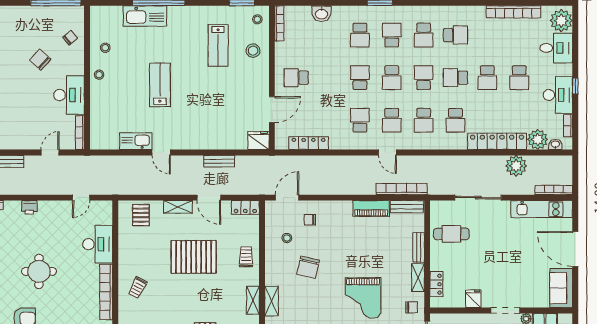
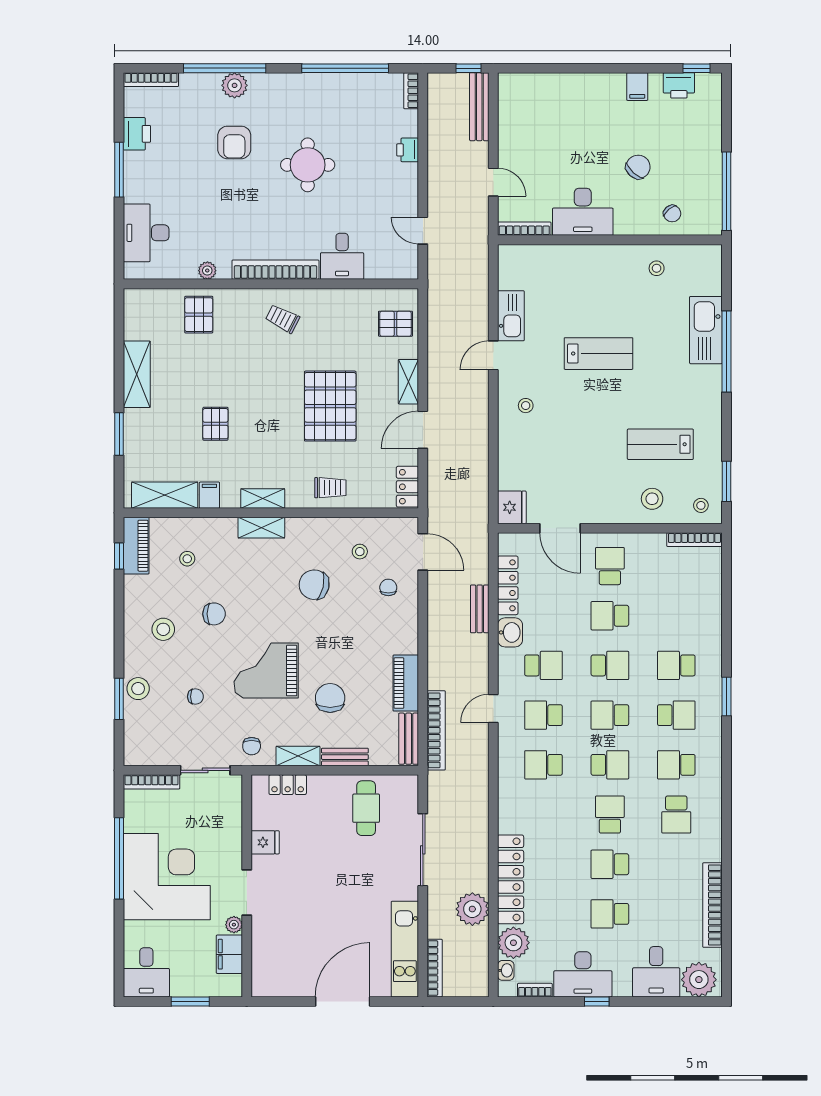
washbasin: (322, 14) -> (510, 632), moved, turned 180
stool: (99, 75) -> (526, 406), moved
school desk: (455, 120) -> (610, 616), moved
bench: (219, 161) -> (480, 609), moved
desk: (98, 244) -> (342, 256), width x0.73
chair: (381, 257) -> (330, 698), added
sofa: (561, 288) -> (282, 979), removed

